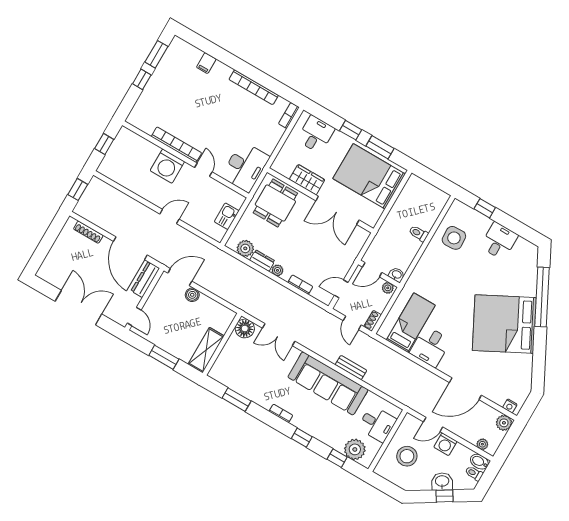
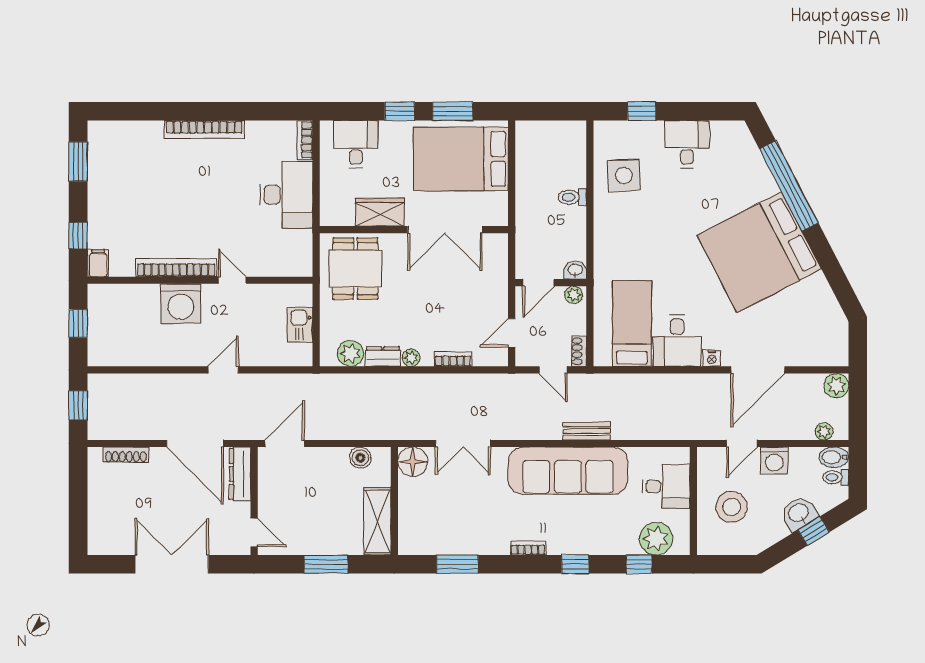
filing cabinet: (206, 63) -> (98, 263), moved, turned 180
window: (142, 79) -> (78, 236), moved
bookcase: (254, 87) -> (204, 129), moved
desk: (245, 167) -> (286, 195), moved
boiler: (192, 295) -> (360, 458), moved
nightstand: (510, 406) -> (712, 358), moved

